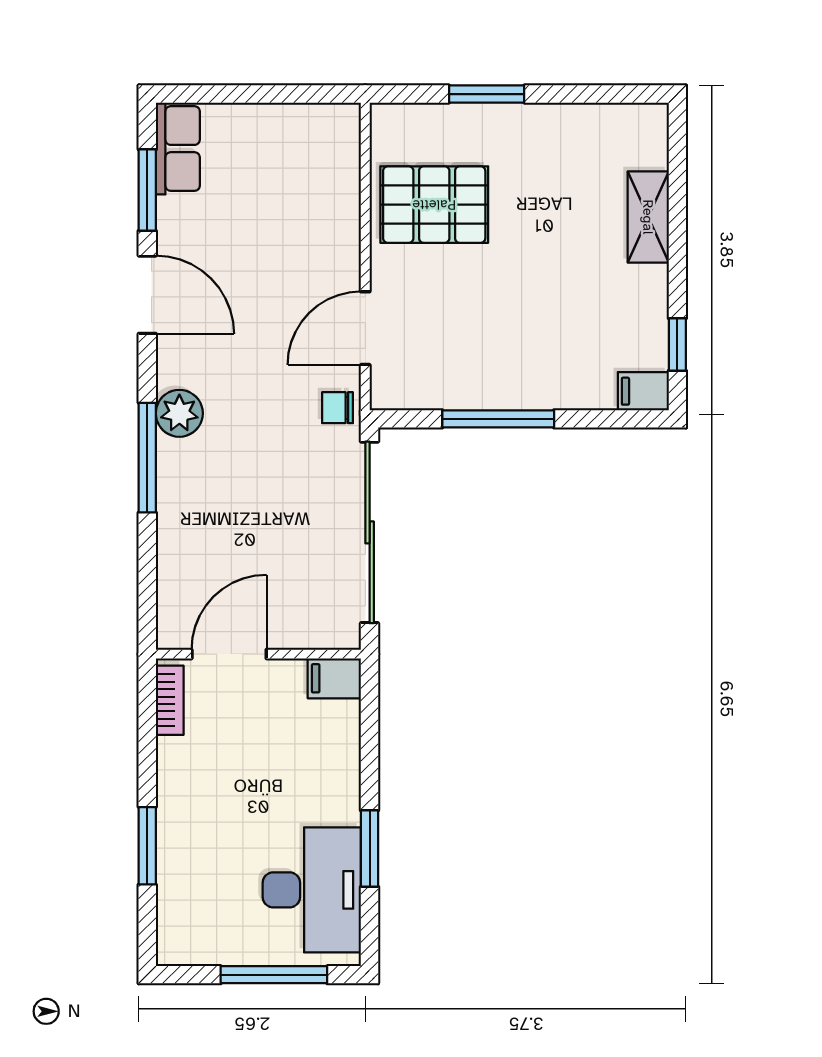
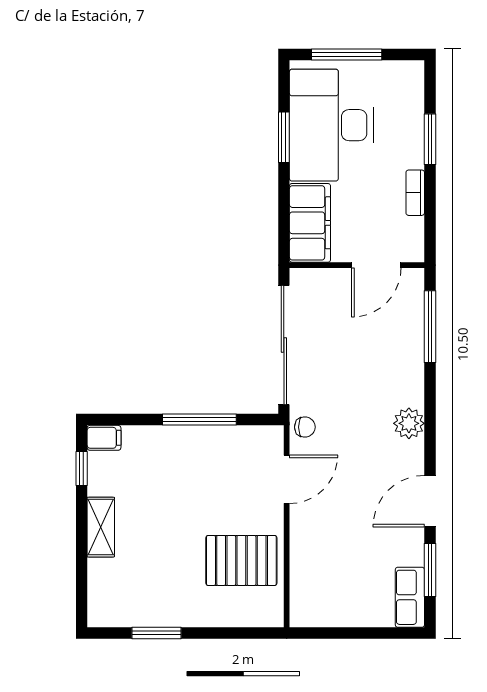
window: (487, 94) -> (157, 633), moved
shelving: (648, 217) -> (101, 527), moved
door: (147, 295) -> (430, 501), hinge flipped
window: (147, 458) -> (430, 327), moved
filing cabinet: (334, 678) -> (310, 223), width x3.00, depth x1.17
bookcase: (170, 700) -> (415, 193), moved
desk: (312, 890) -> (331, 125), width x1.36, depth x1.30

